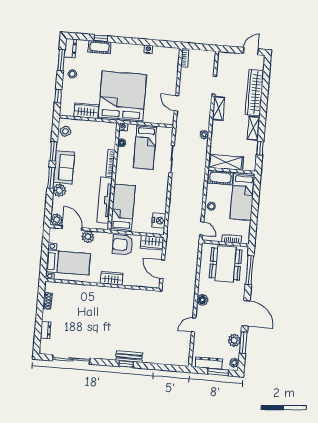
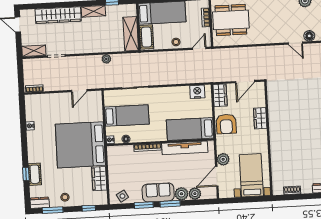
shelving: (219, 108) -> (34, 51), moved
plant: (56, 220) -> (195, 194), moved
wardrobe: (112, 278) -> (260, 118), moved
floor lamp: (202, 300) -> (309, 36), moved

